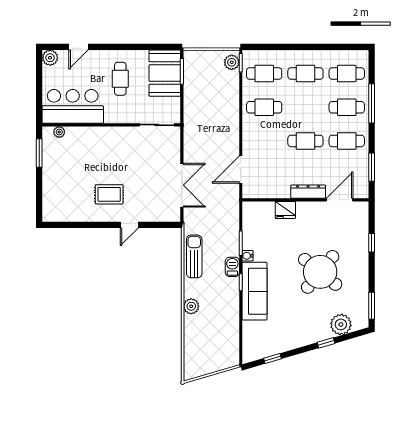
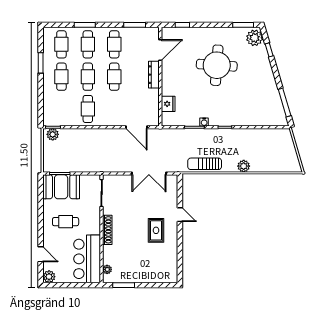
window: (323, 47) -> (41, 63), added
cafe table: (264, 74) -> (88, 77), moved
window: (372, 103) -> (85, 25), width x0.69
shoe rack: (110, 132) -> (107, 230), added
double door: (182, 185) -> (149, 173), swing flipped
door: (340, 200) -> (160, 50), swing flipped
fridge: (285, 210) -> (168, 104), moved
window: (372, 243) -> (182, 25), moved
barbecue: (232, 267) -> (213, 134), removed
round table: (320, 272) -> (217, 65), turned -35
sofa: (255, 291) -> (232, 117), removed
plant: (341, 324) -> (255, 38), moved
window: (326, 343) -> (269, 50), moved
window: (273, 359) -> (285, 102), width x2.17

